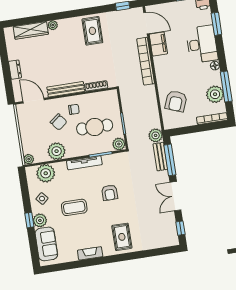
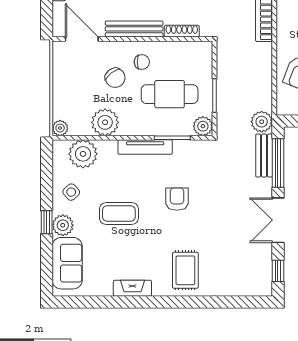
armchair: (110, 193) -> (177, 199), turned 180

